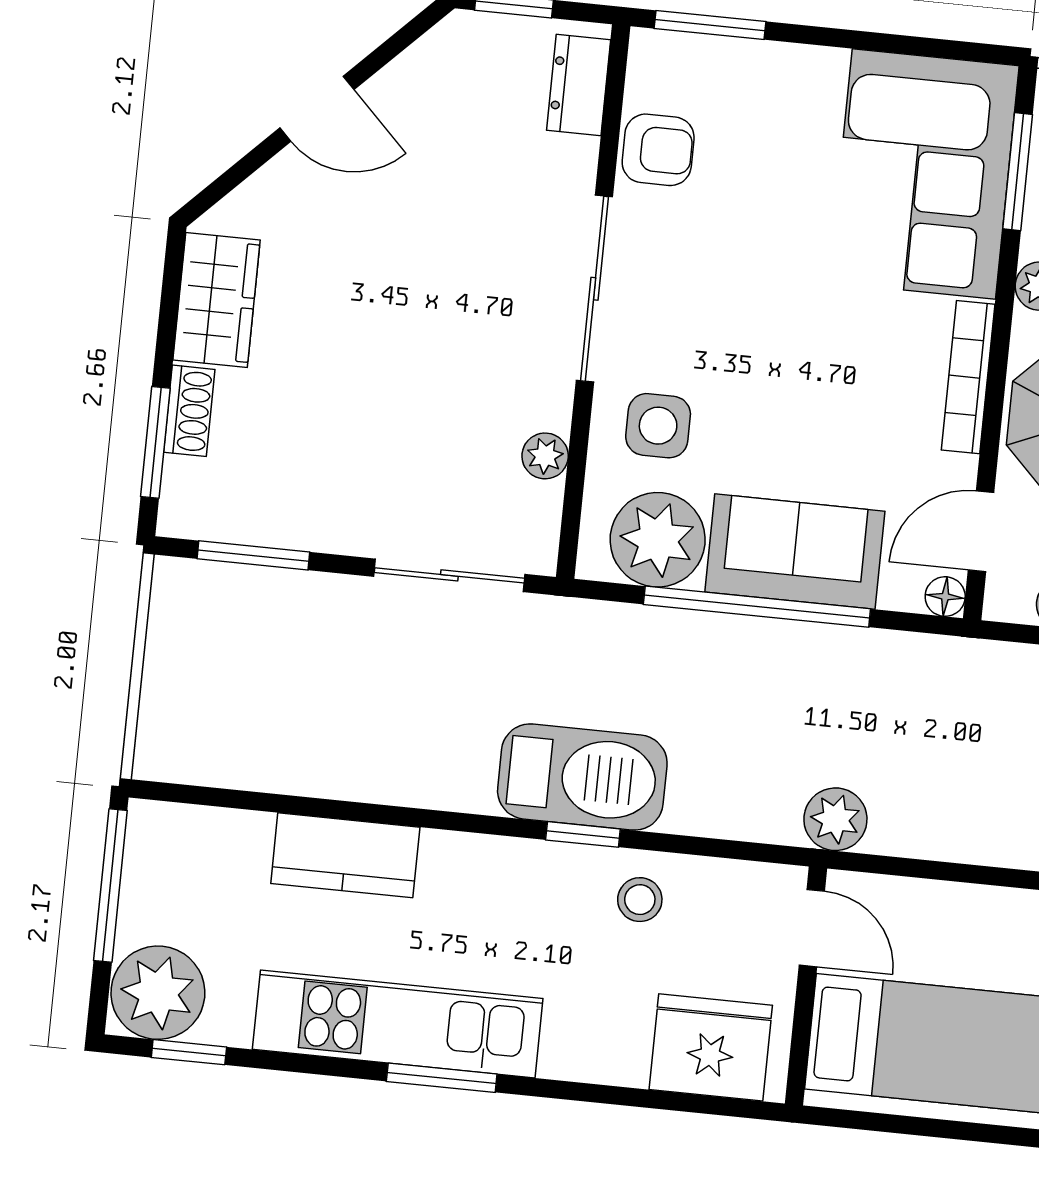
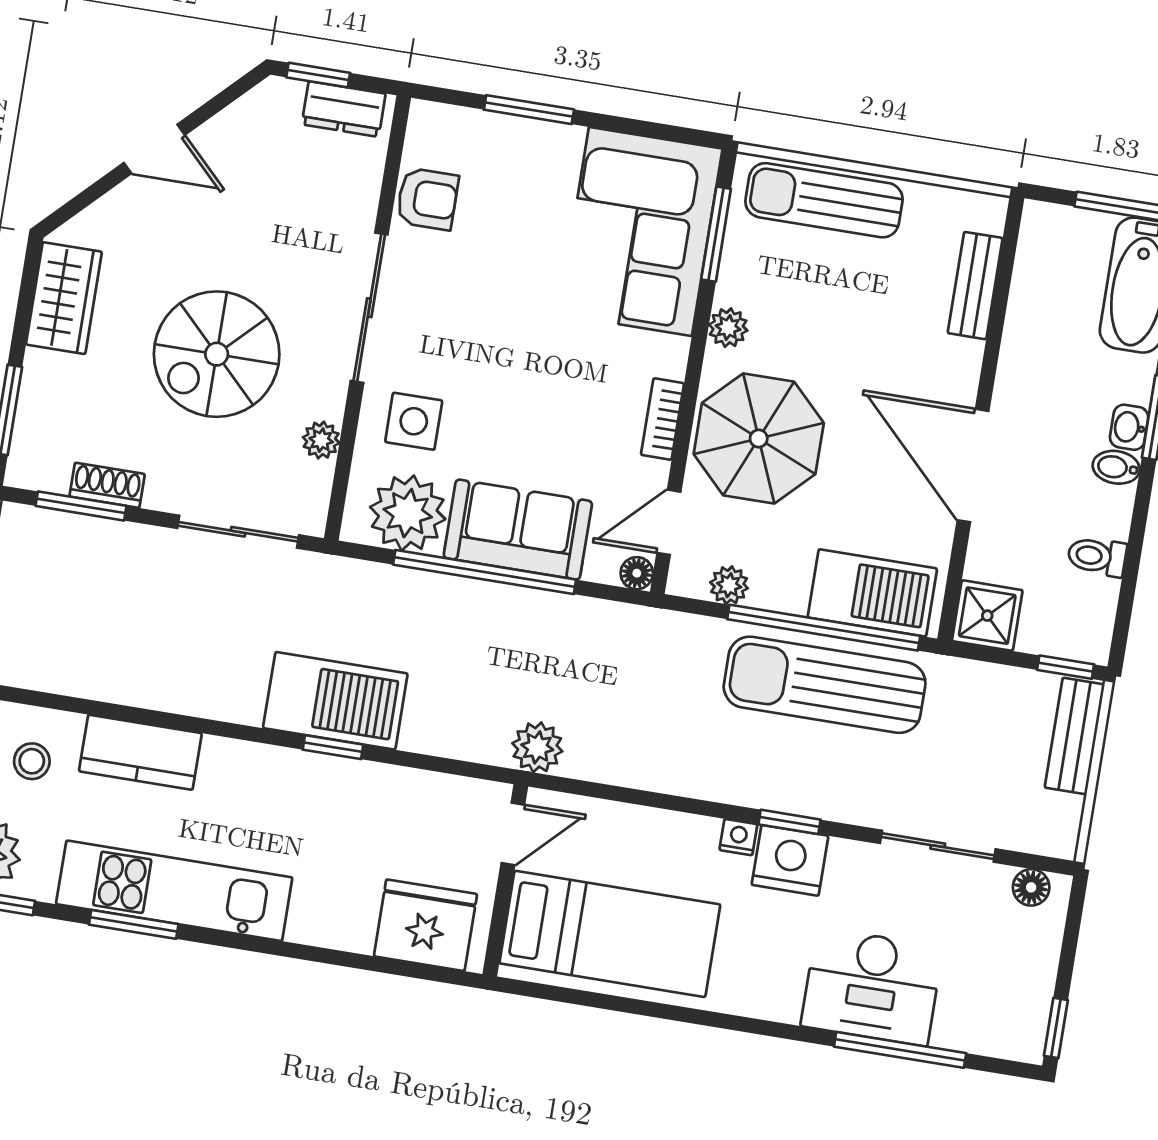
window: (710, 25) -> (529, 110), moved
dresser: (579, 85) -> (344, 109), moved, turned -90
spiral stairs: (409, 358) -> (217, 354), added
bookcase: (968, 377) -> (663, 419), width x0.64
shoe rack: (189, 411) -> (107, 485), moved, turned -90
stool: (640, 900) -> (32, 761), moved
door: (812, 928) -> (513, 834), hinge flipped
window: (442, 1078) -> (134, 924), moved

